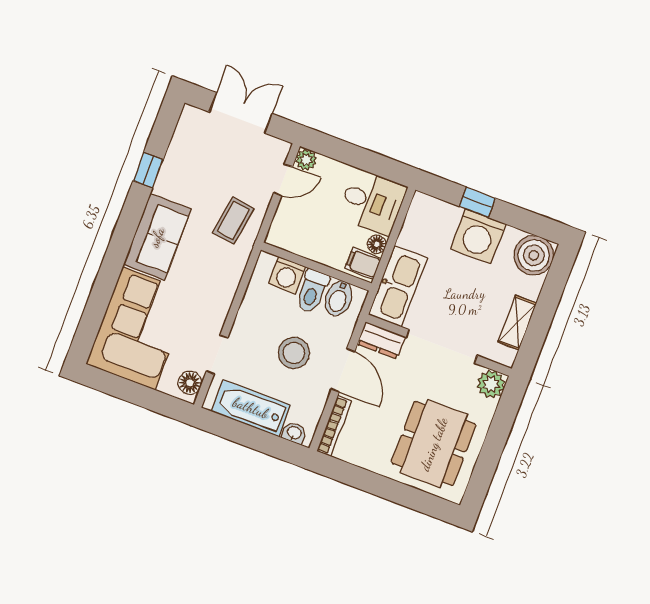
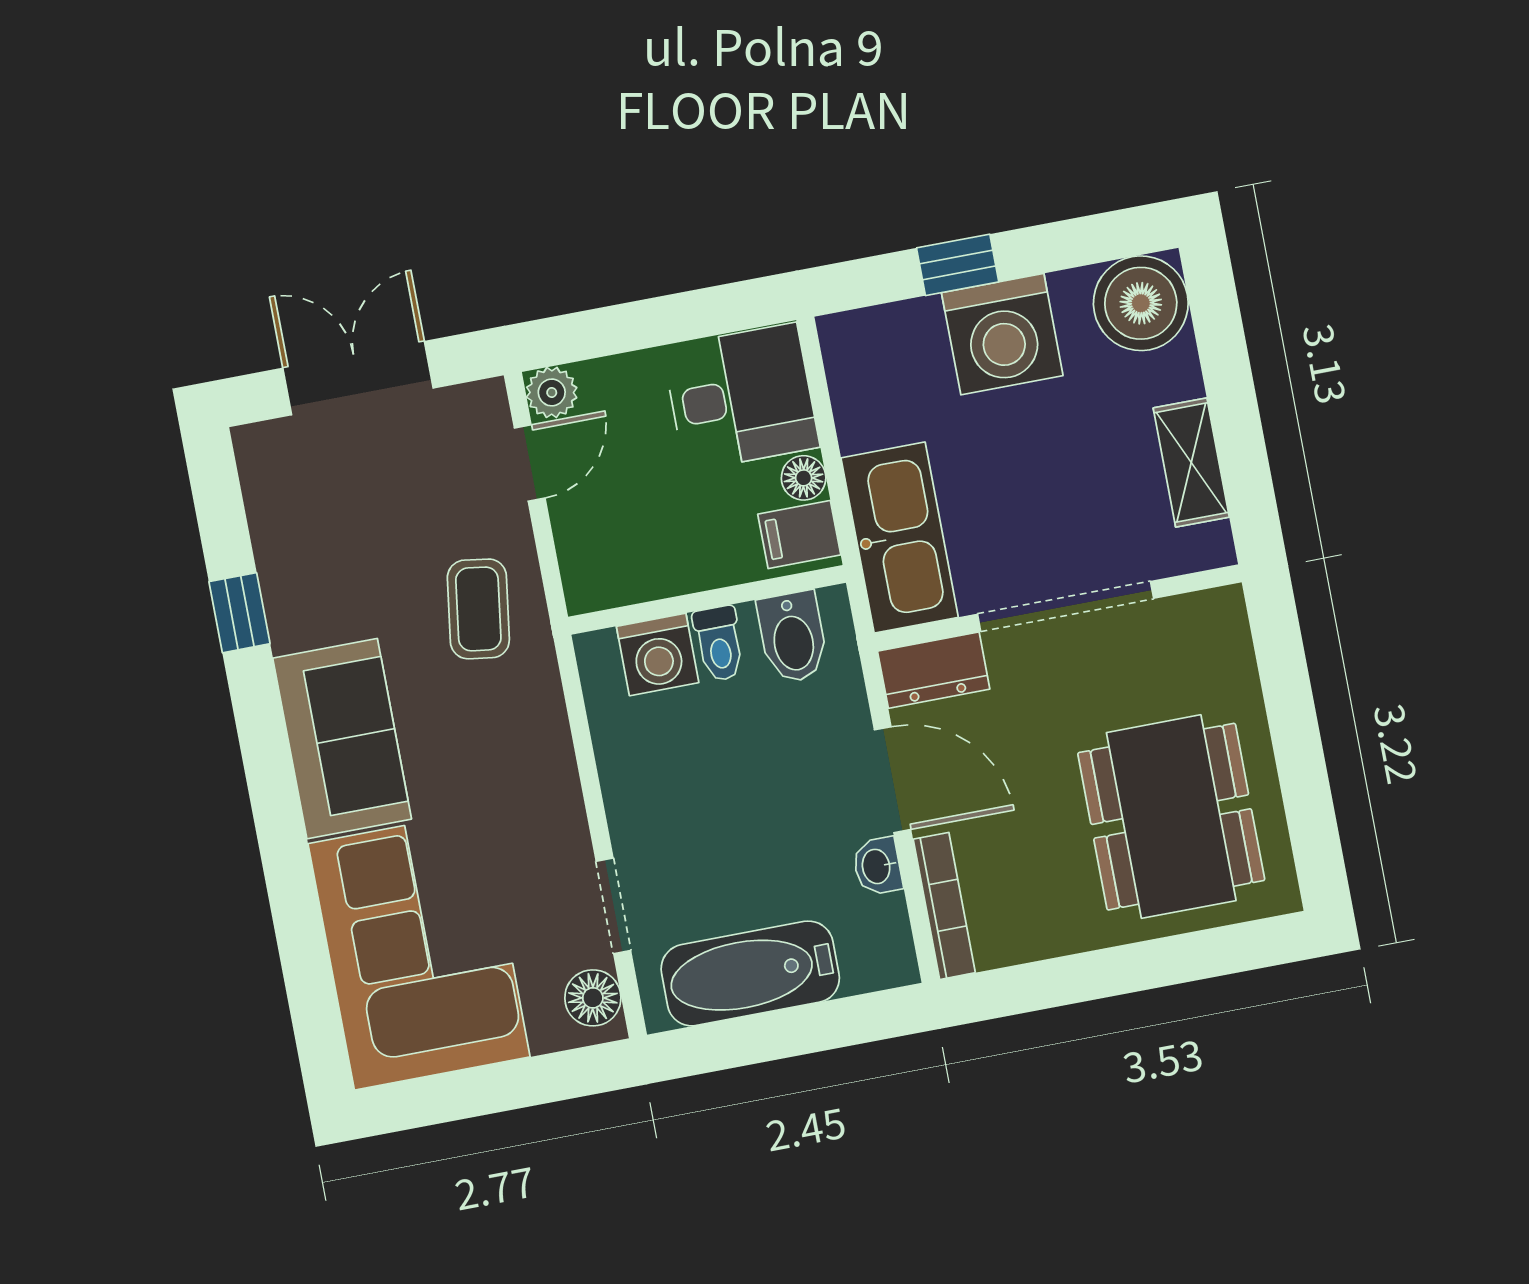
toilet: (312, 291) -> (719, 644), width x0.73, depth x0.72
stool: (294, 353) -> (769, 806), removed
plant: (491, 384) -> (1214, 622), removed
washbasin: (294, 433) -> (877, 866), moved, turned -90

